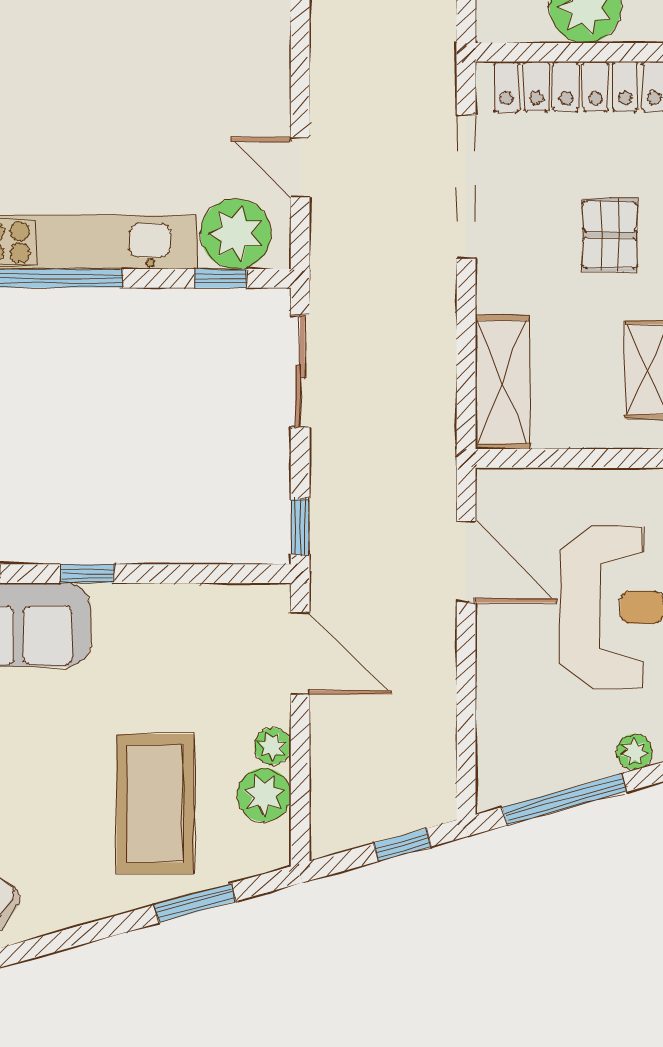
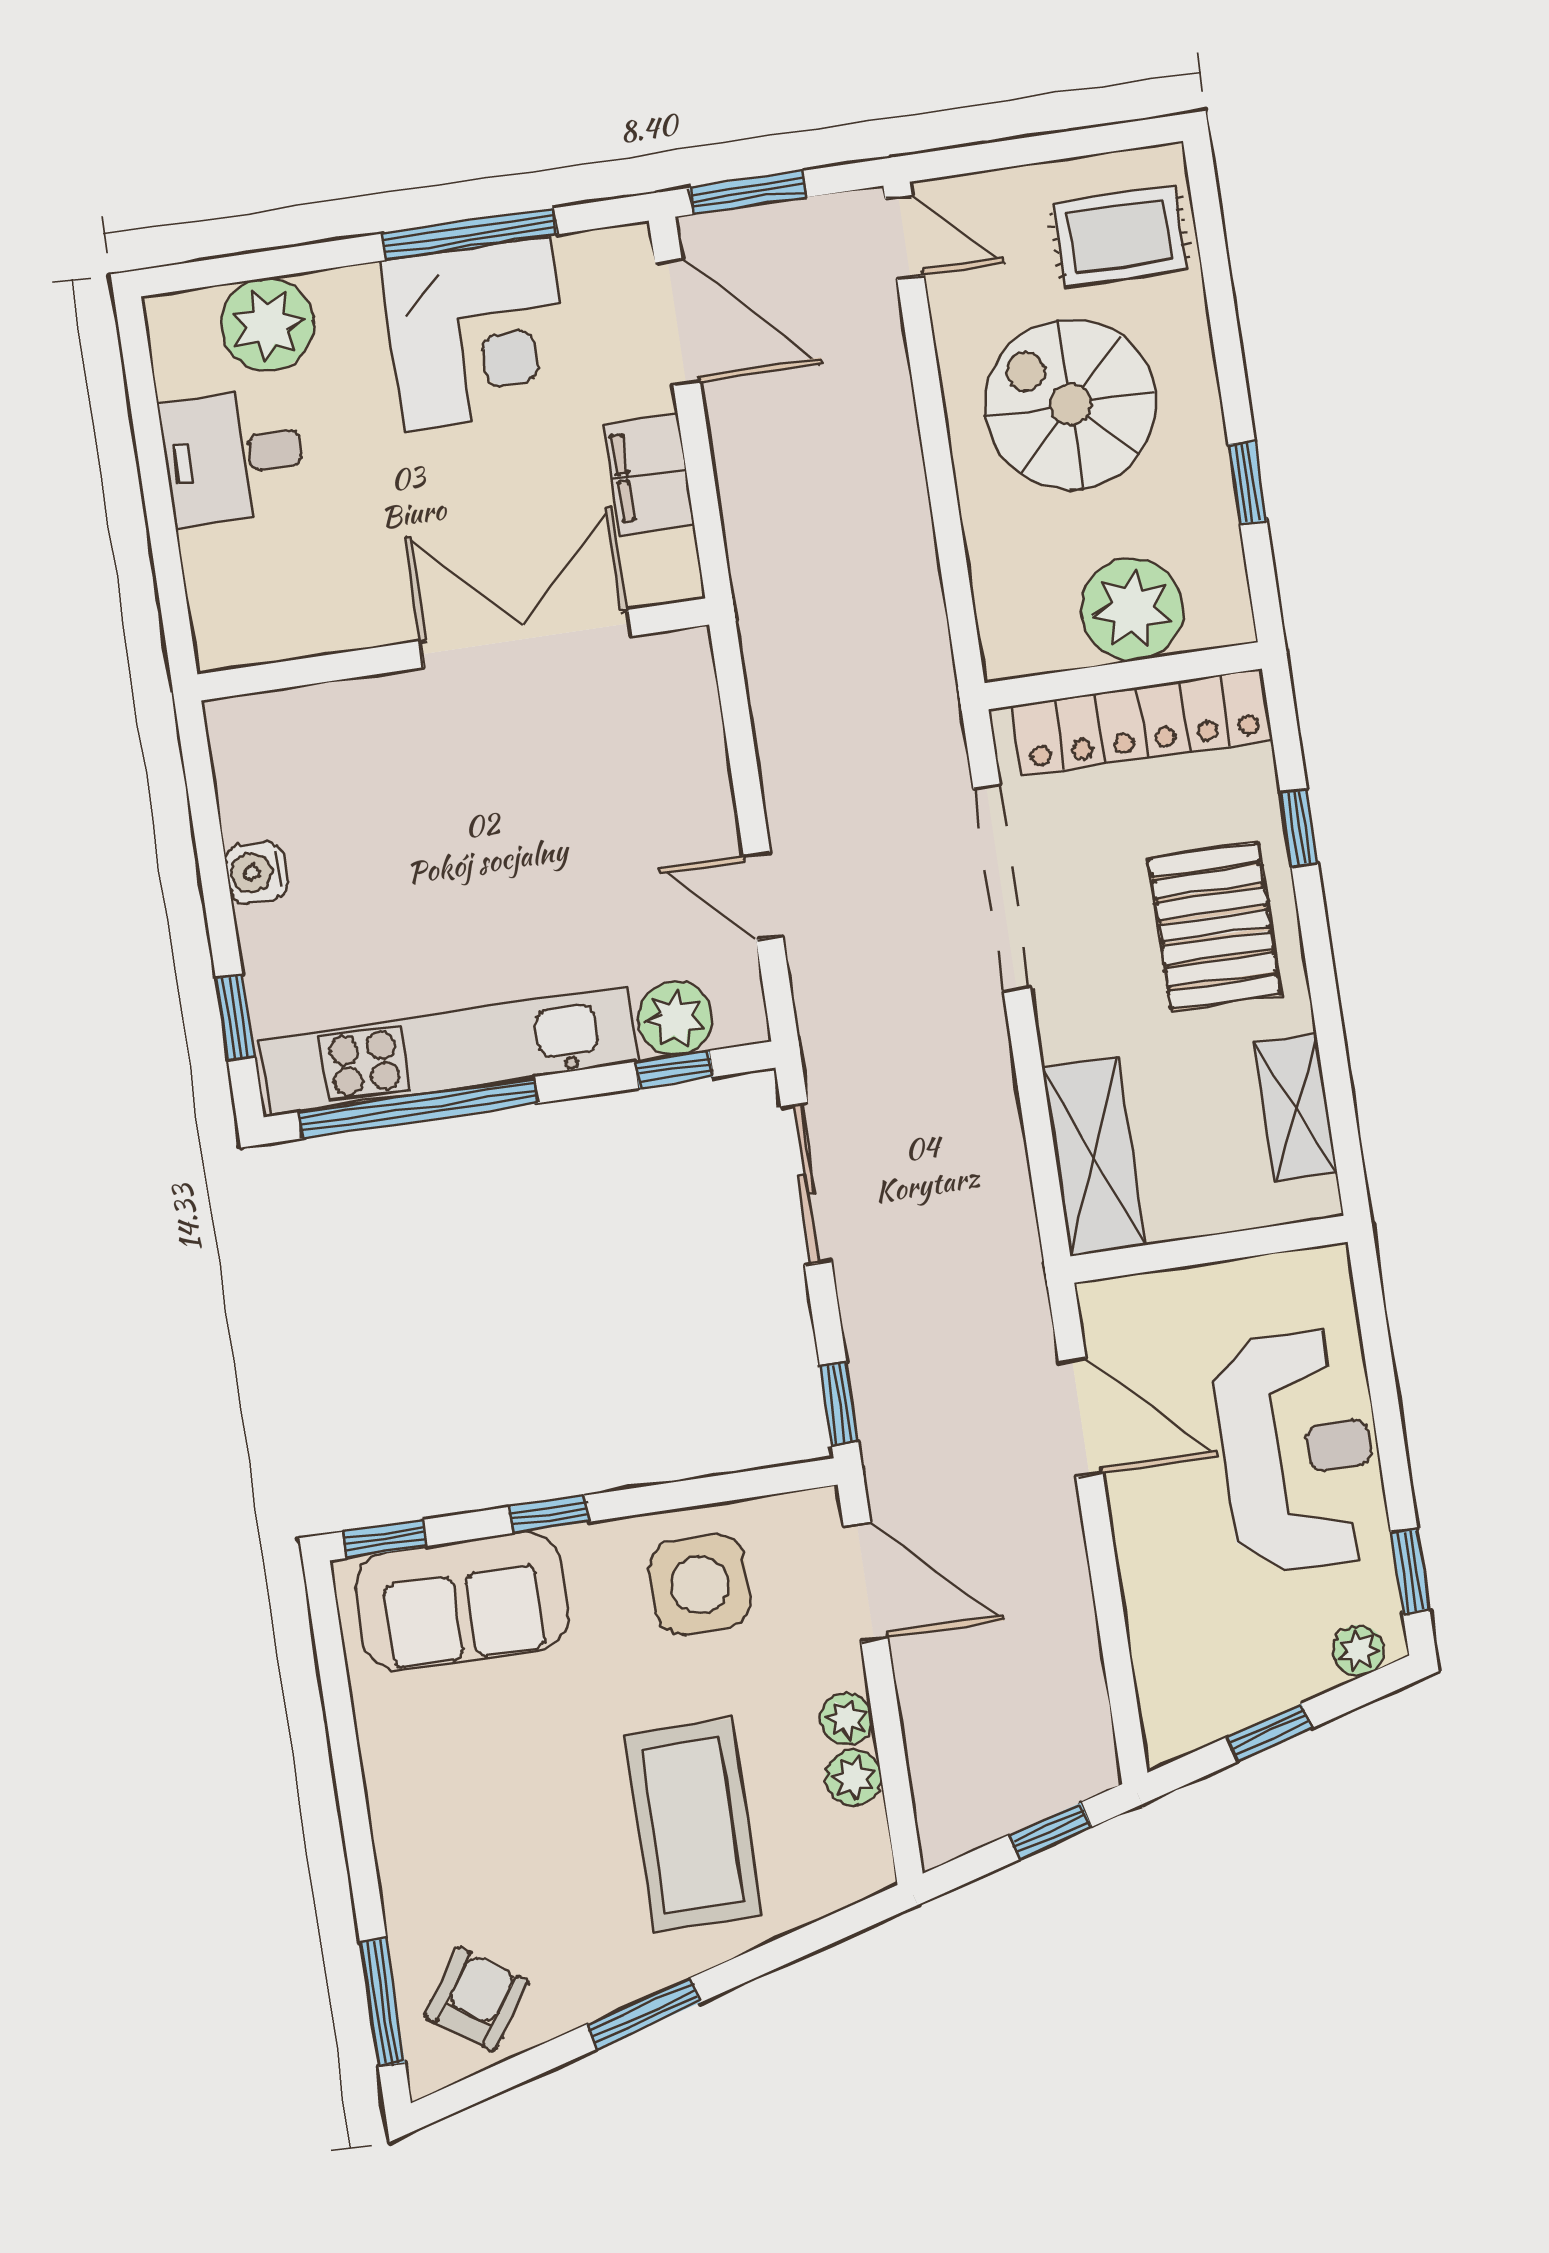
plant: (236, 234) -> (675, 1018), width x0.73, depth x0.73
pallet: (610, 235) -> (1215, 926), width x1.50, depth x1.42
side table: (185, 638) -> (700, 1585), added
plant: (264, 795) -> (853, 1778), width x0.73, depth x0.73
window: (564, 799) -> (1270, 1733), width x0.46
window: (195, 903) -> (643, 2014), moved

